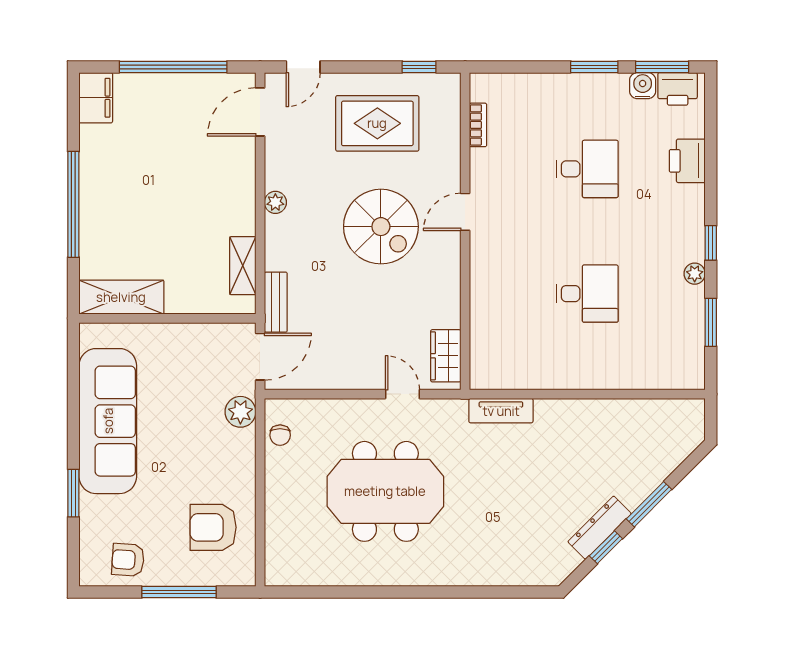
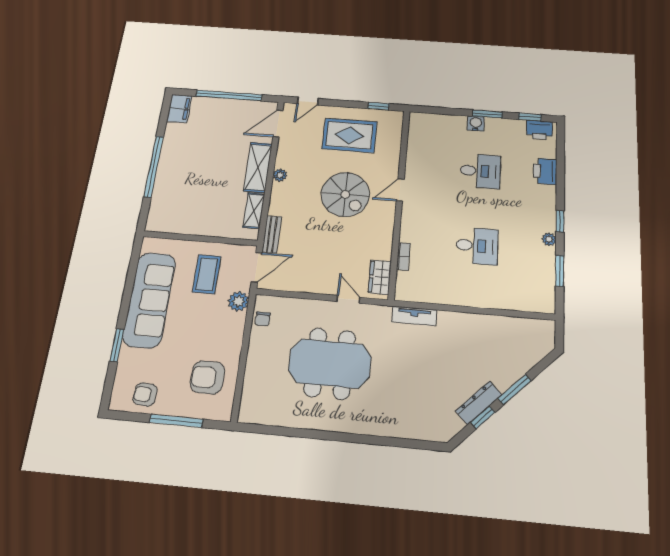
window: (662, 67) -> (530, 117), width x0.67
water cooler: (643, 86) -> (476, 123), moved
bookcase: (478, 125) -> (403, 256), moved
shelving: (121, 297) -> (258, 167), moved, turned 90
coffee table: (187, 374) -> (207, 274), added

